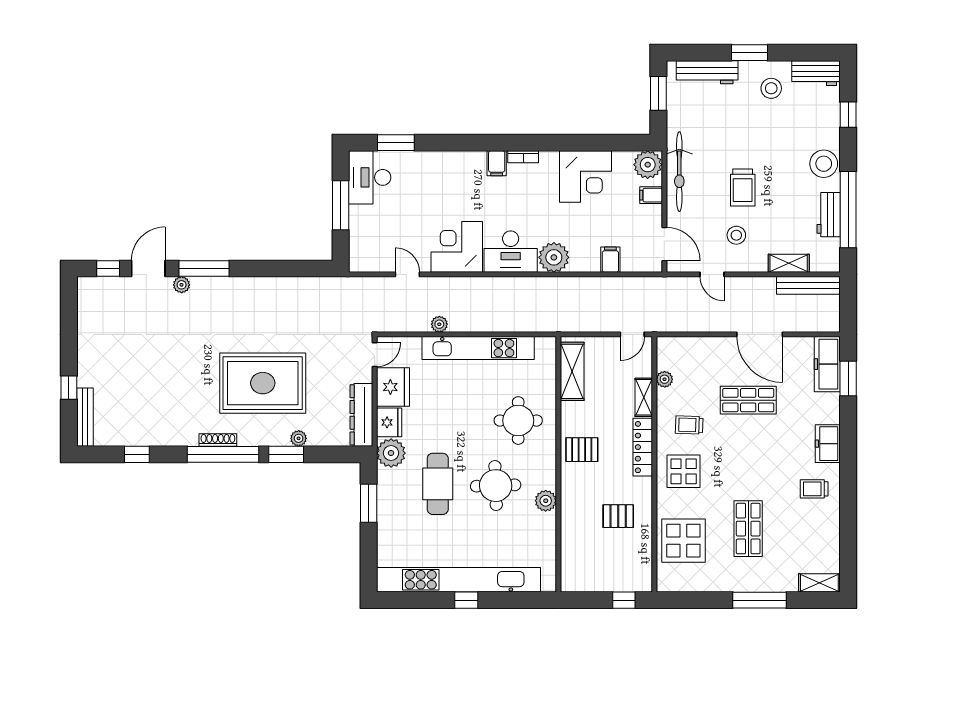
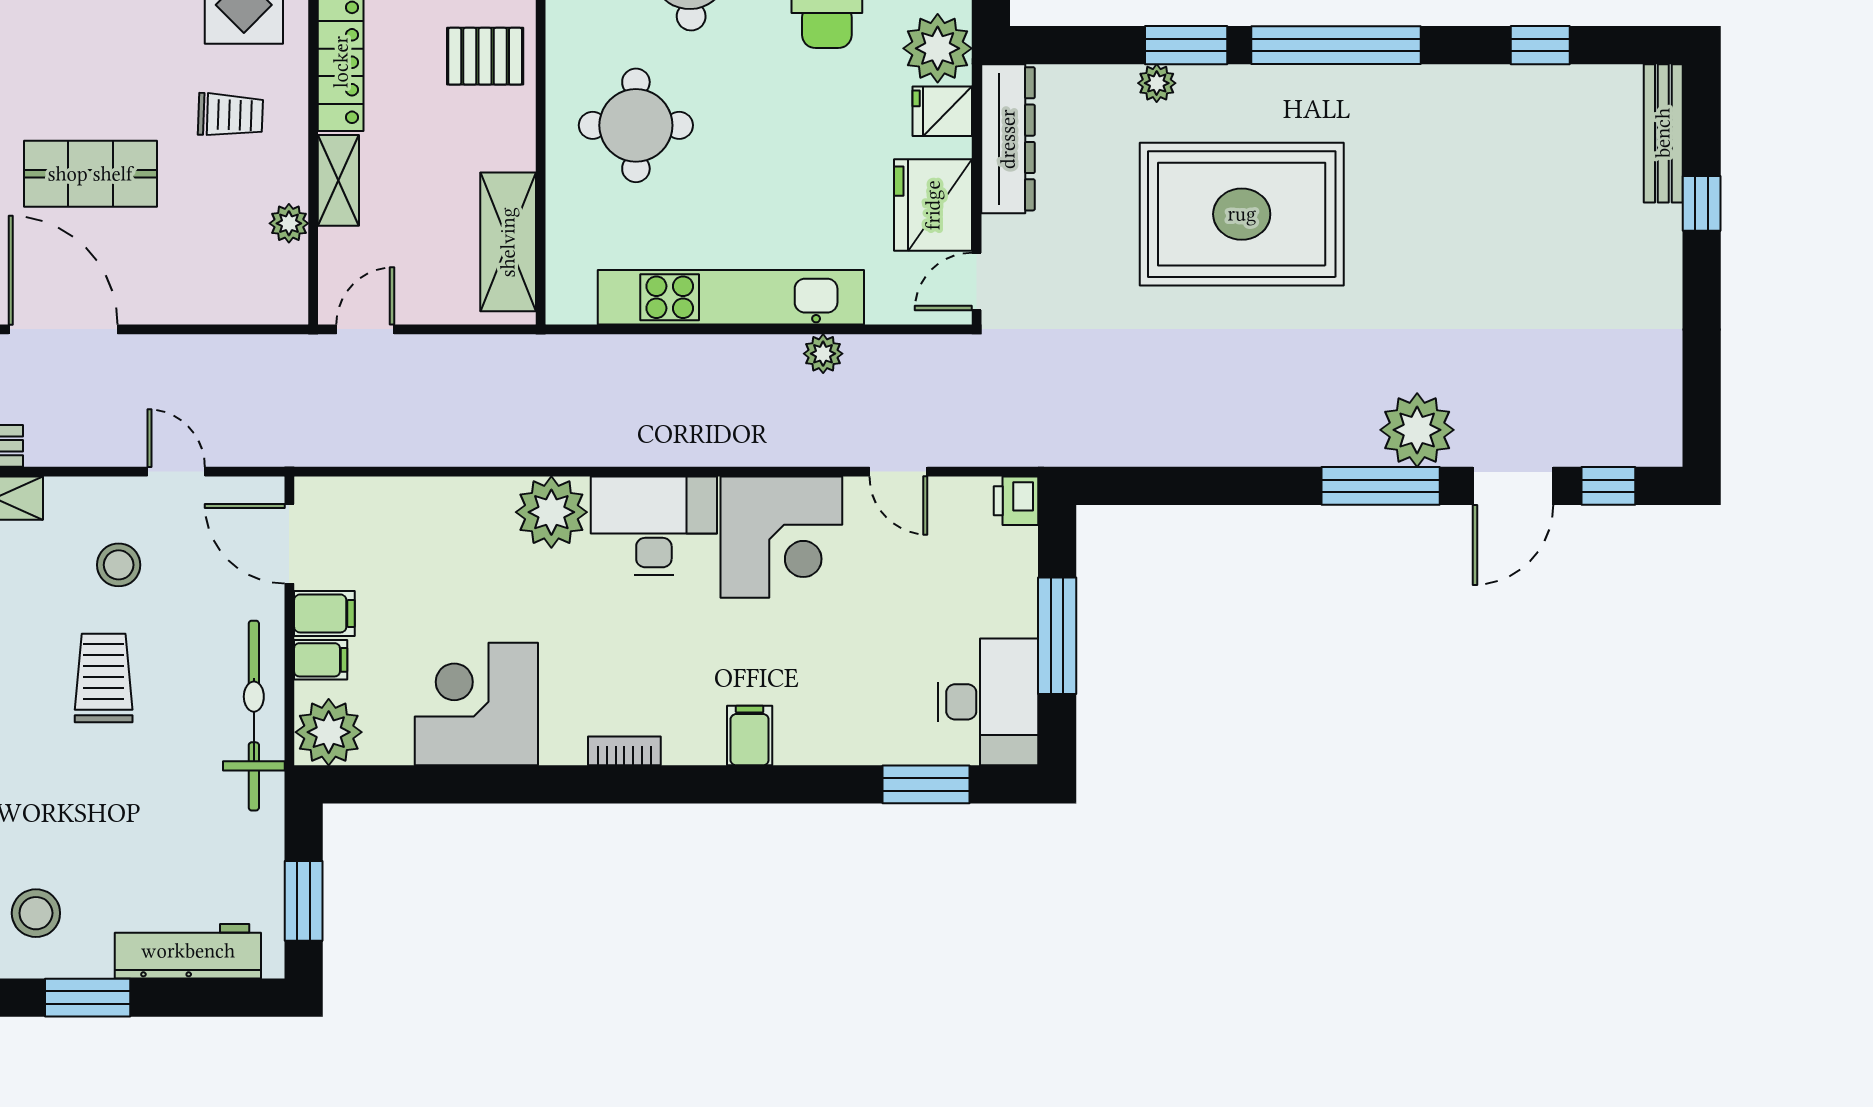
filing cabinet: (497, 163) -> (750, 735), moved
filing cabinet: (610, 260) -> (324, 613), moved, turned -90
printer: (358, 262) -> (1016, 501), added
plant: (182, 285) -> (1417, 430), width x1.88, depth x1.88
fridge: (389, 422) -> (942, 111), width x0.72
shoe rack: (218, 440) -> (1348, 79), removed

